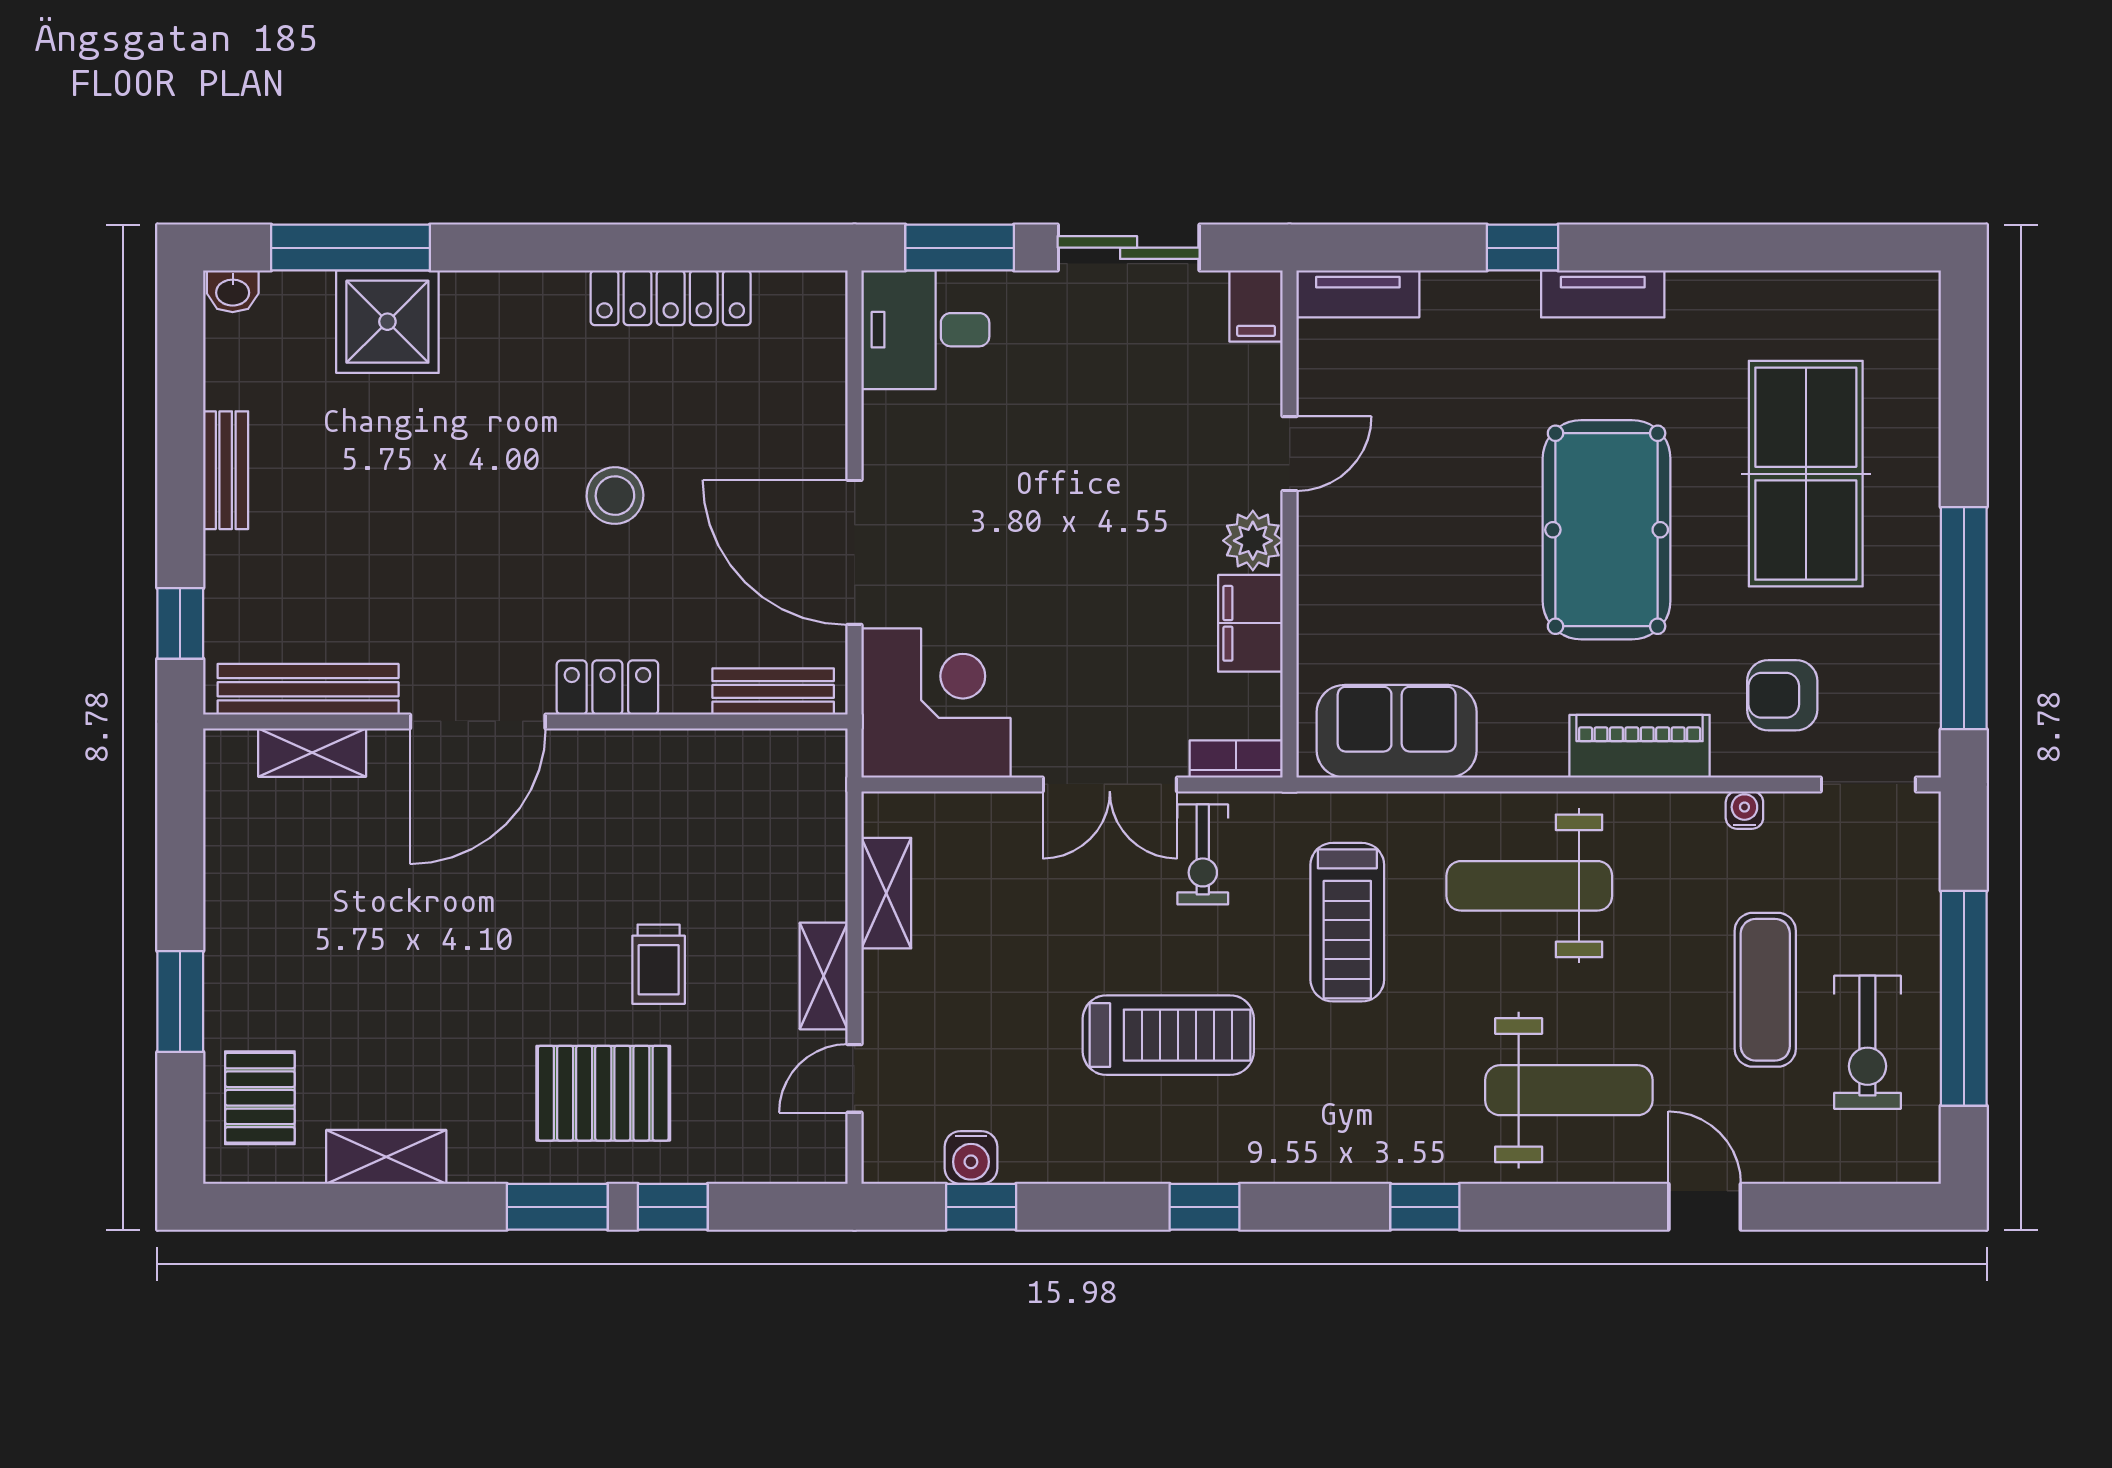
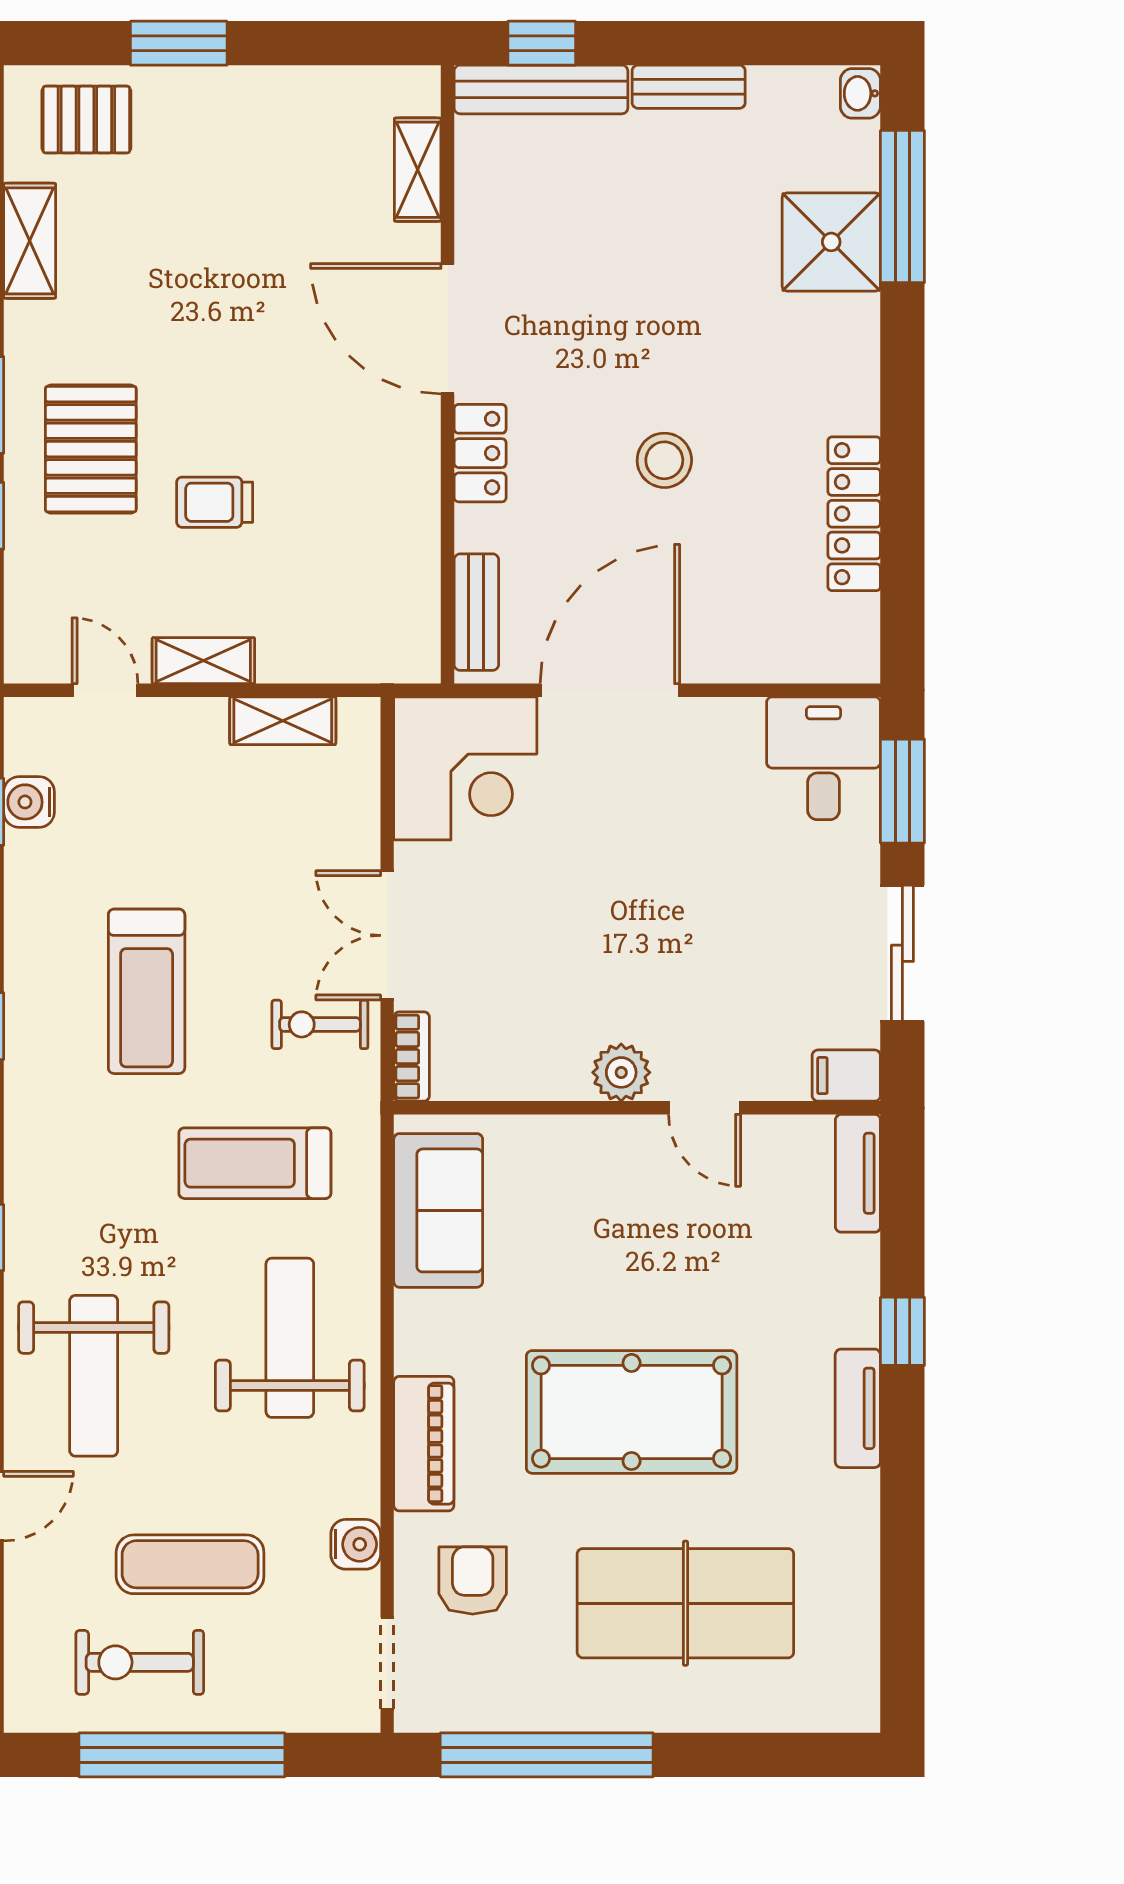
filing cabinet: (1250, 623) -> (542, 1070), removed
bench: (308, 689) -> (541, 89), moved, turned 90
water cooler: (1744, 810) -> (356, 1544), width x1.38, depth x1.38

